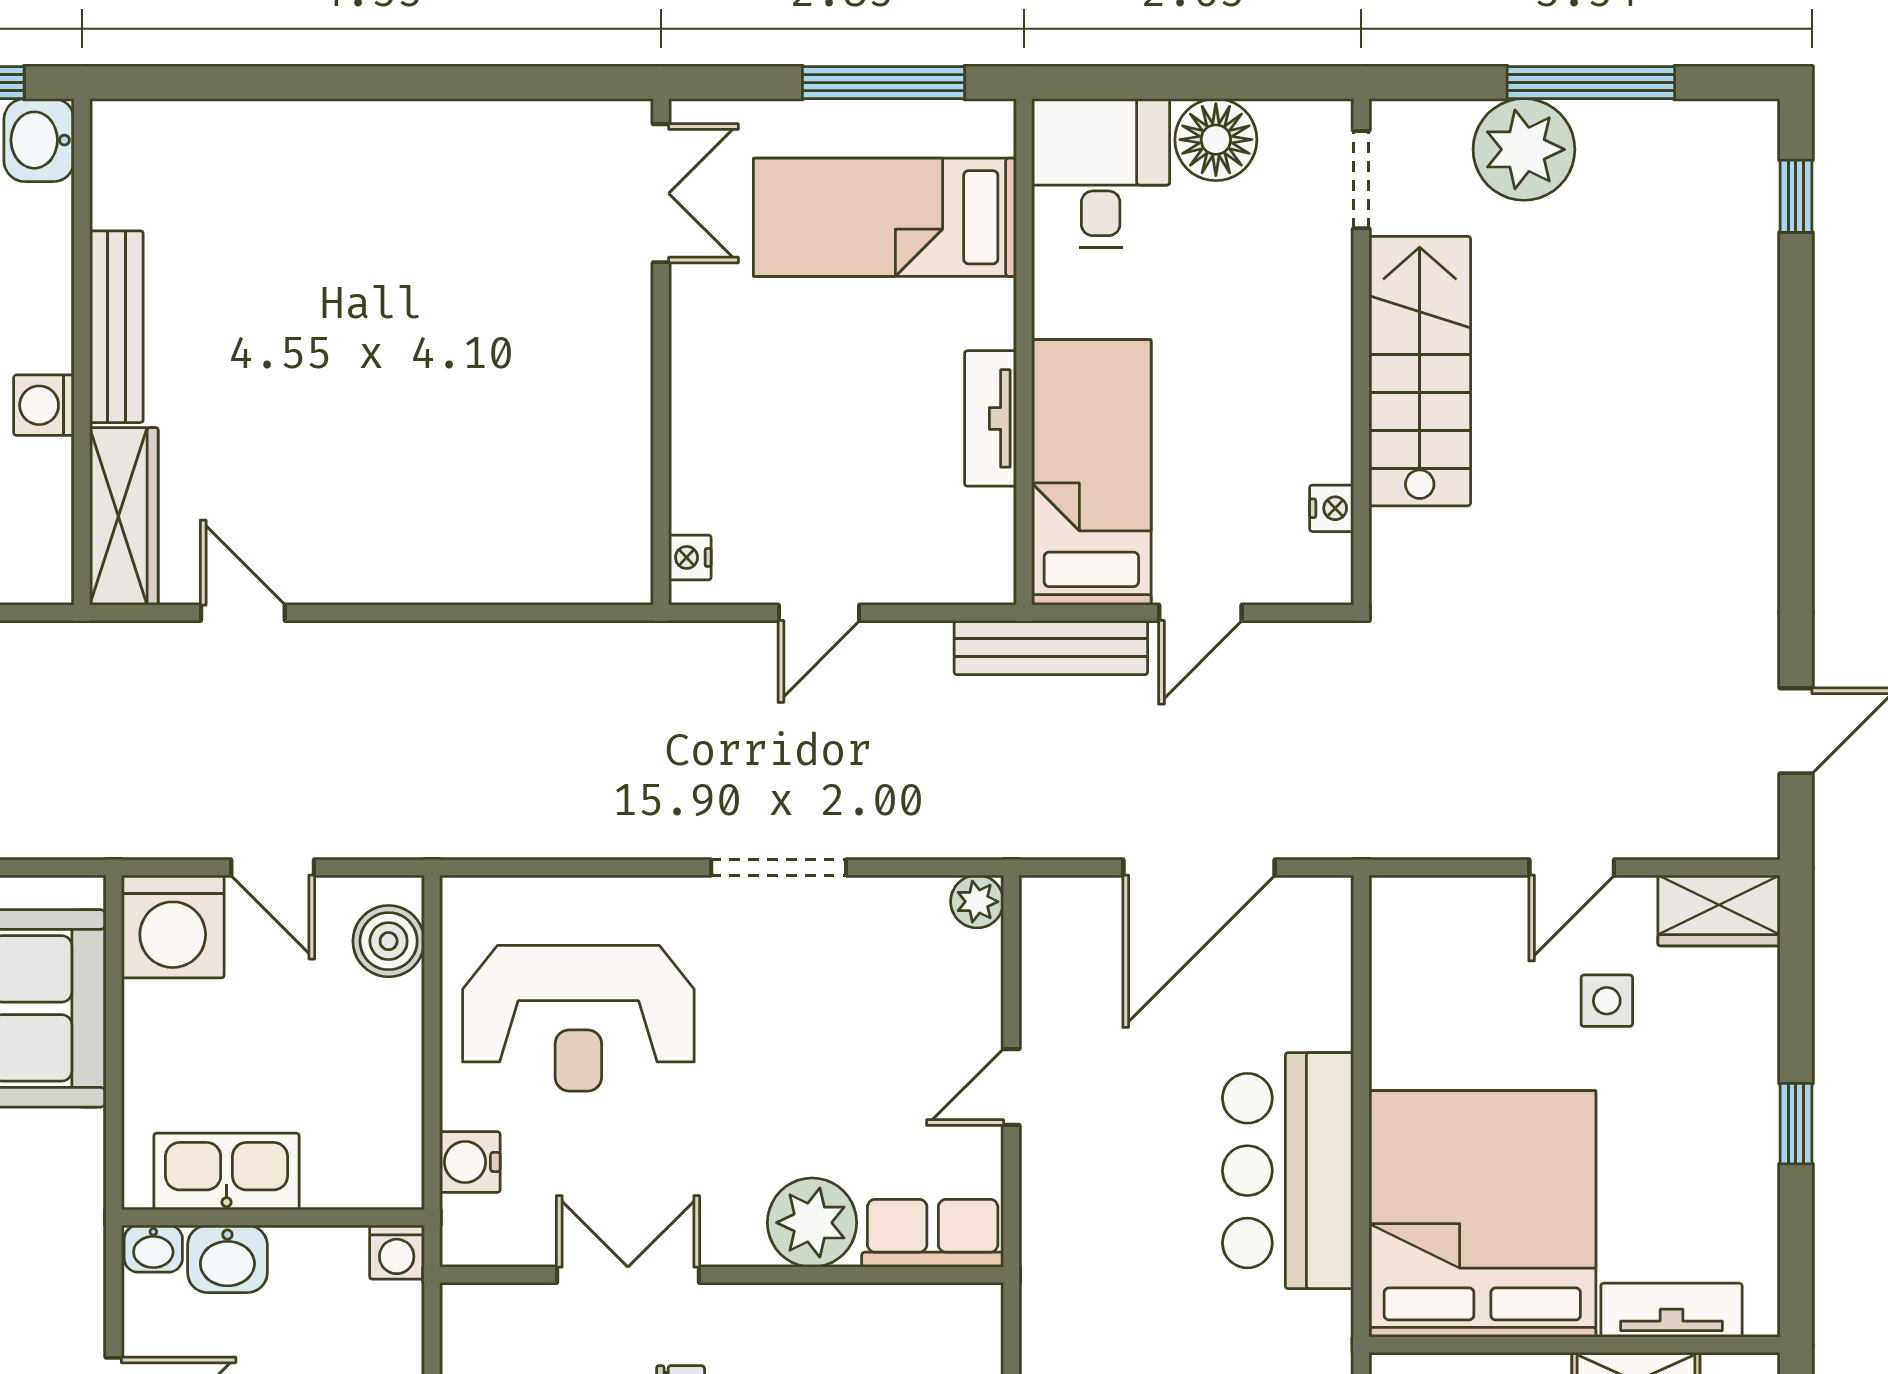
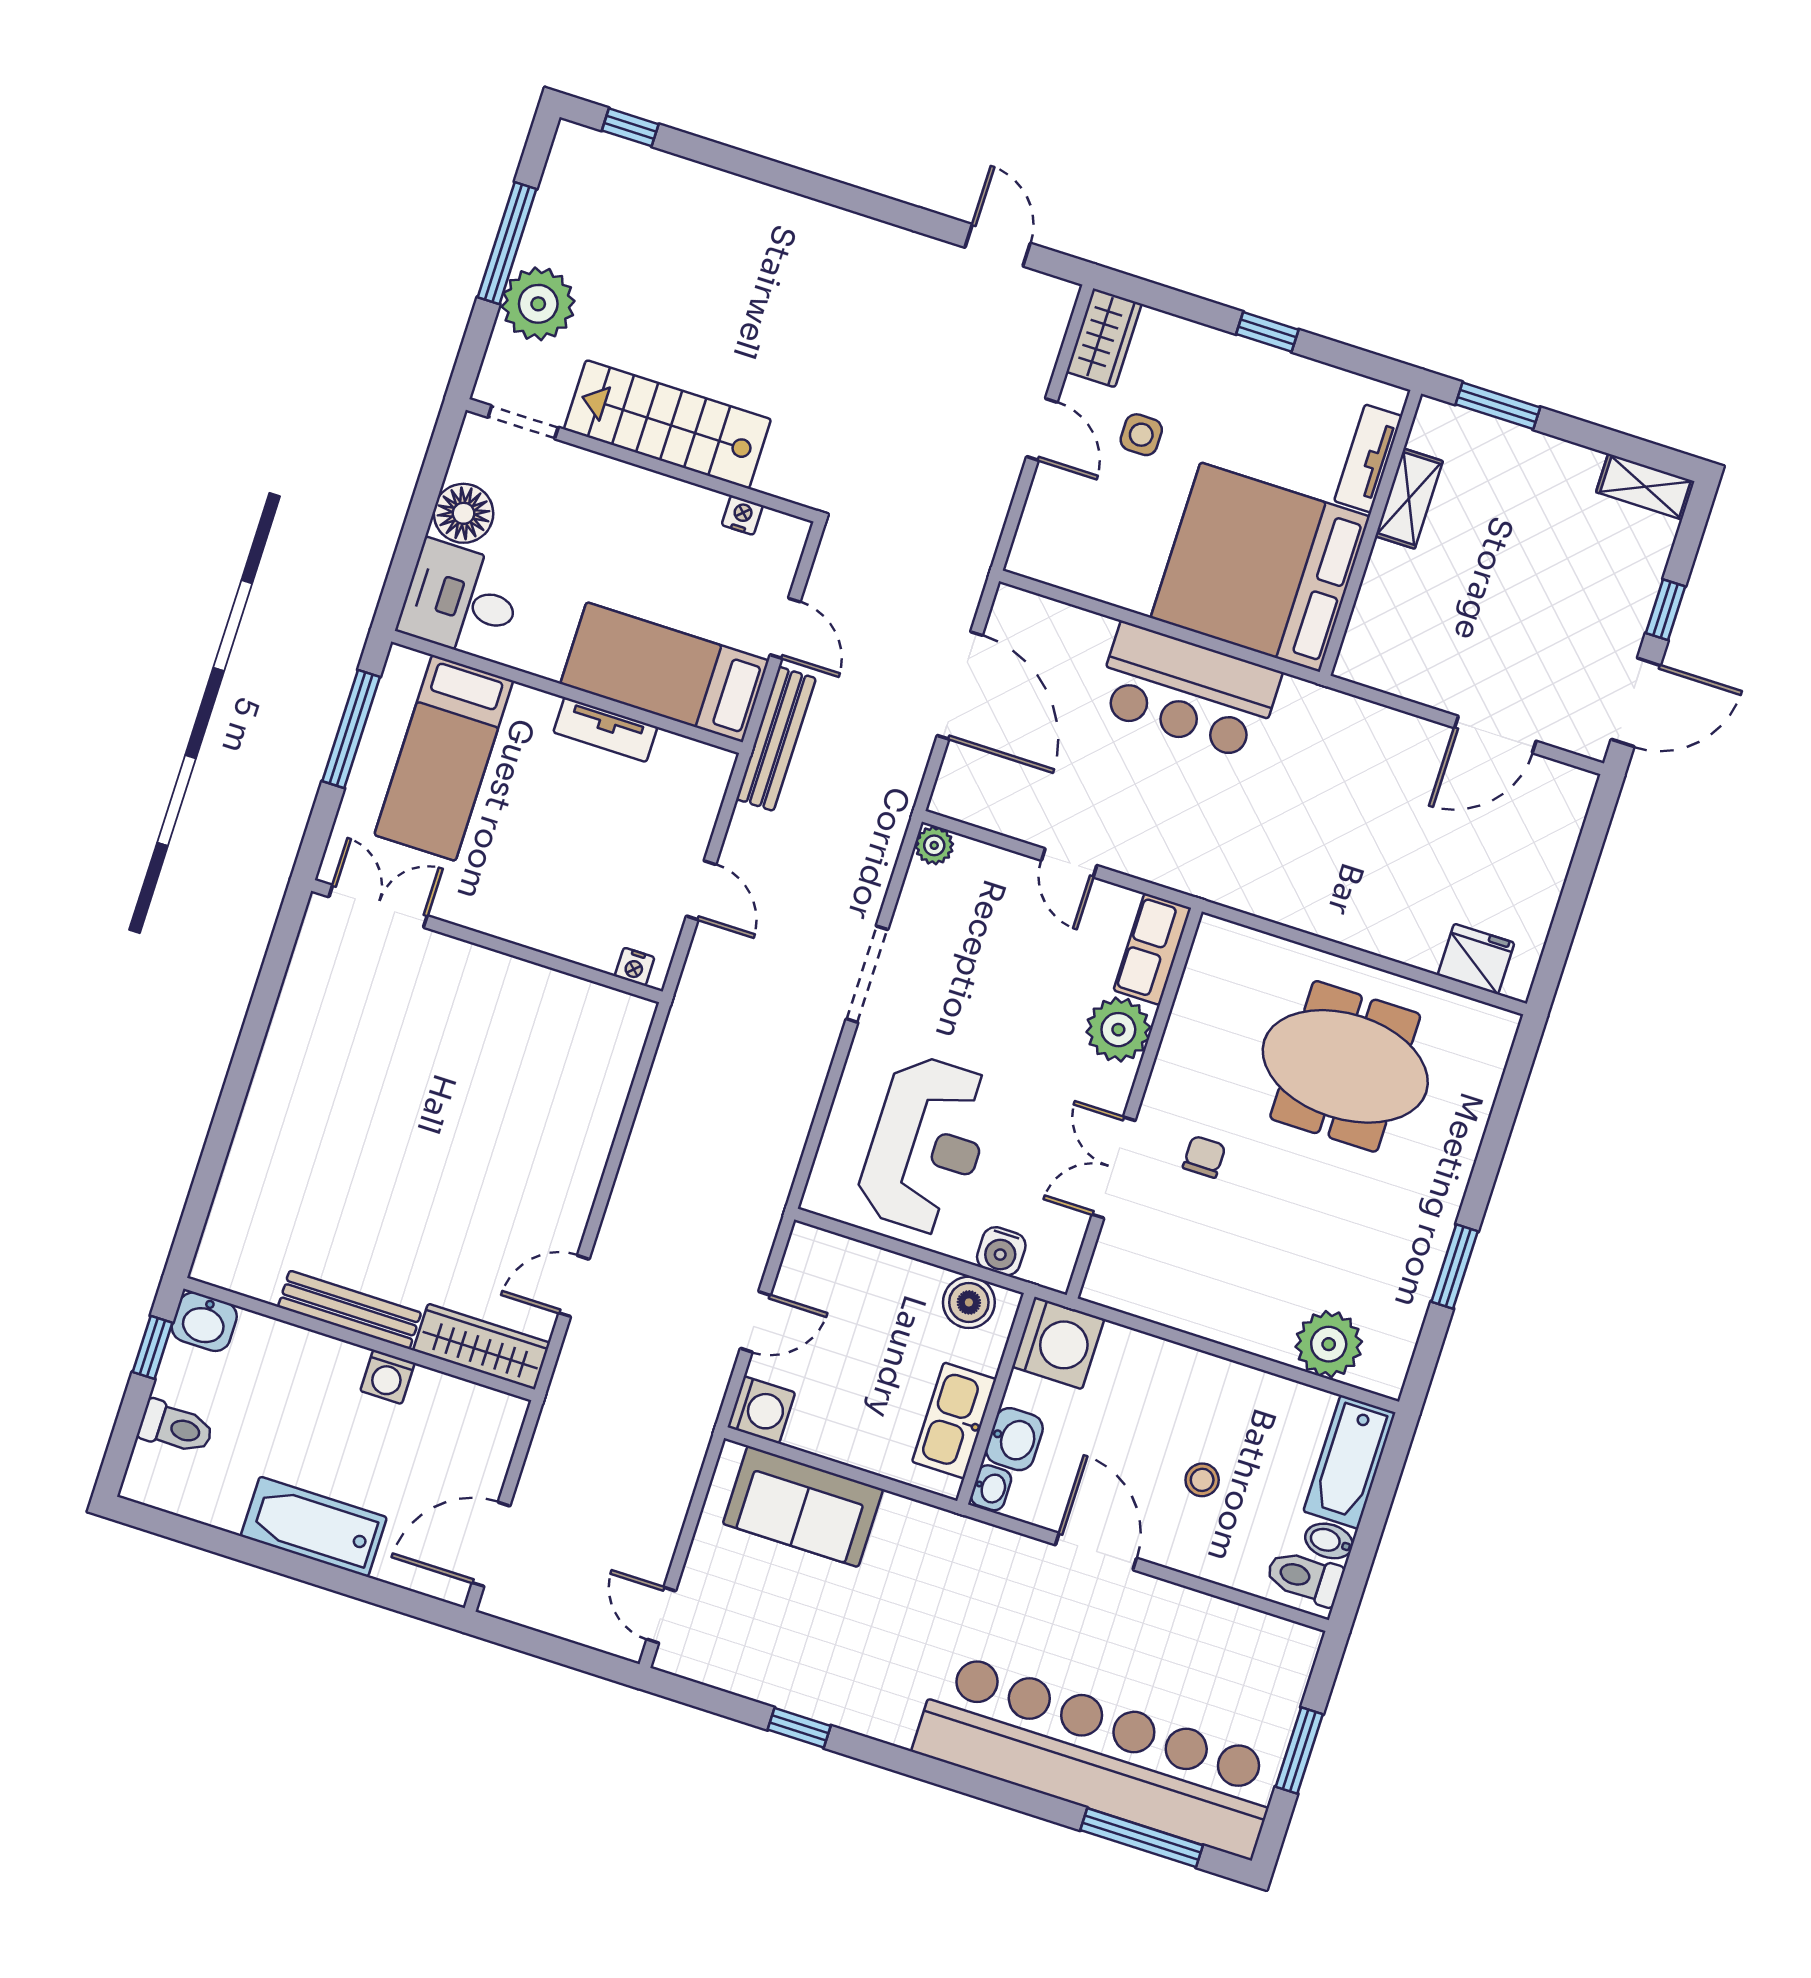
washing machine: (173, 926) -> (761, 1410), width x0.73, depth x0.73
boiler: (389, 941) -> (969, 1302), moved
washing machine: (397, 1252) -> (1058, 1343), width x1.89, depth x1.89

